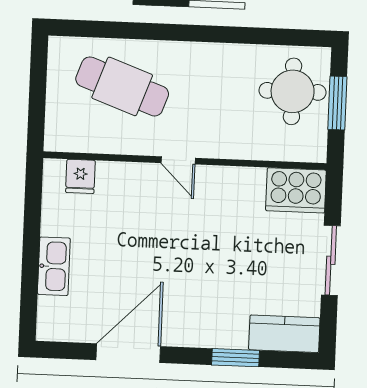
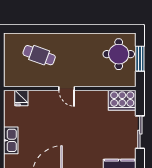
cafe table: (122, 86) -> (39, 55), width x0.73, depth x0.74

